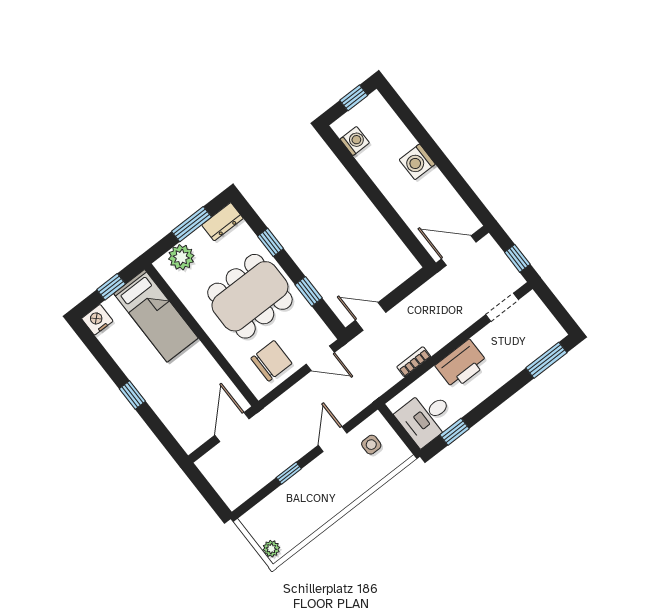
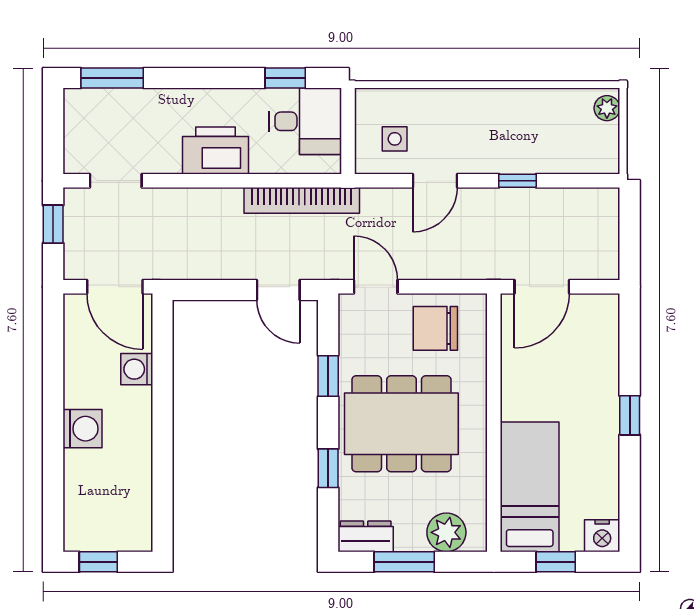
washing machine: (355, 141) -> (137, 369), moved
bookcase: (414, 362) -> (302, 200), width x2.31, depth x1.31

